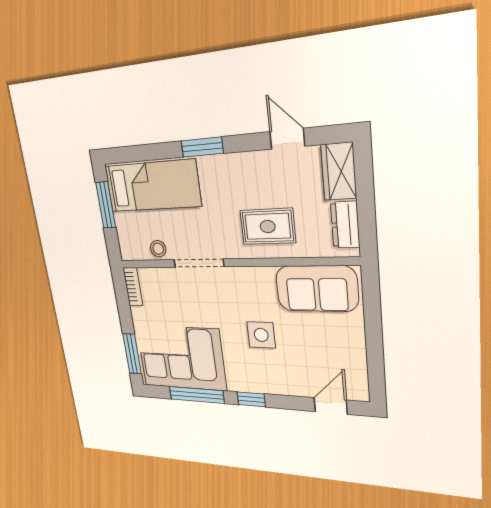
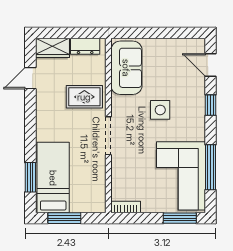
window: (202, 147) -> (30, 177), moved
rug: (268, 226) -> (84, 97), turned 90
stool: (158, 249) -> (97, 181), removed
doorway: (199, 263) -> (108, 136), moved
window: (251, 399) -> (210, 105), moved

